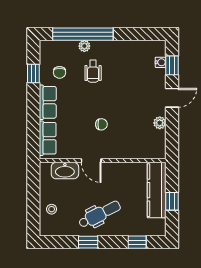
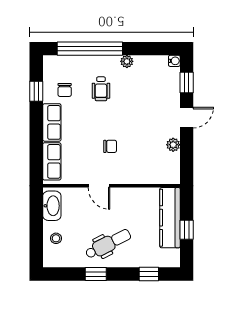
plant: (84, 46) -> (127, 61), moved
water cooler: (161, 62) -> (174, 61), moved
washbasin: (65, 171) -> (52, 206), moved, turned -90

